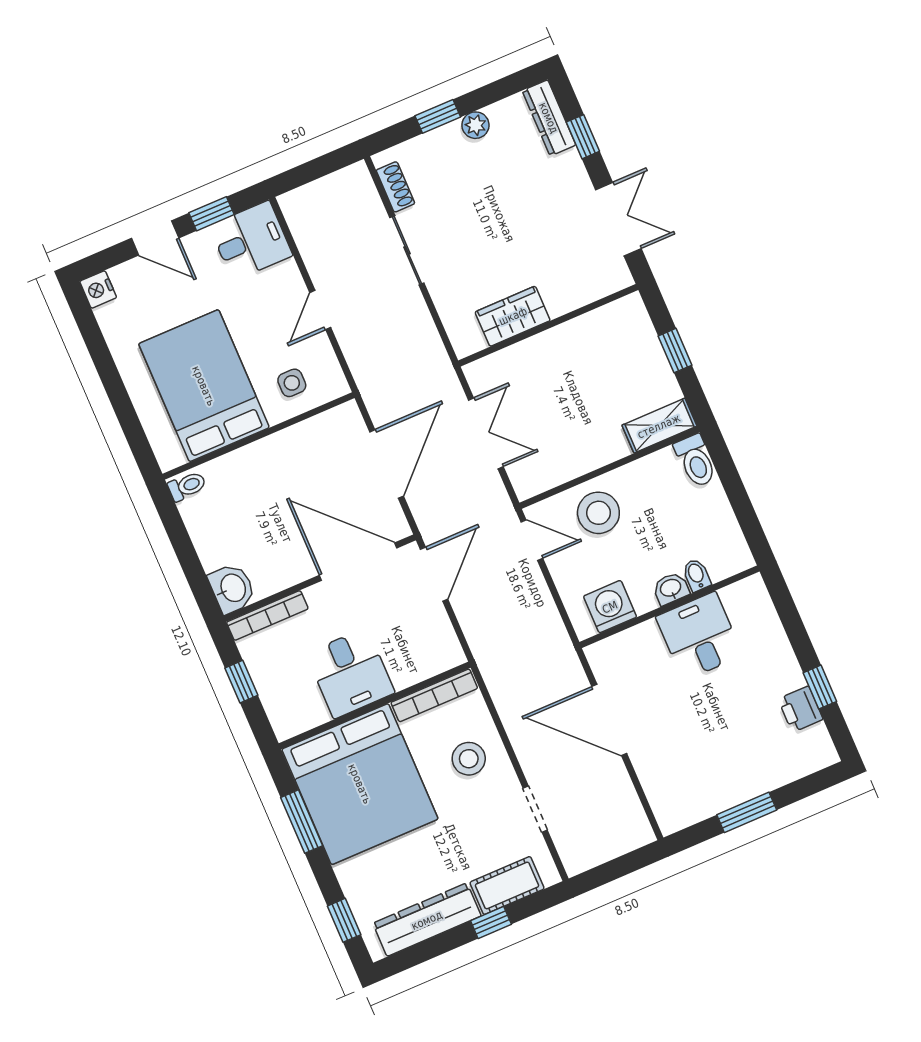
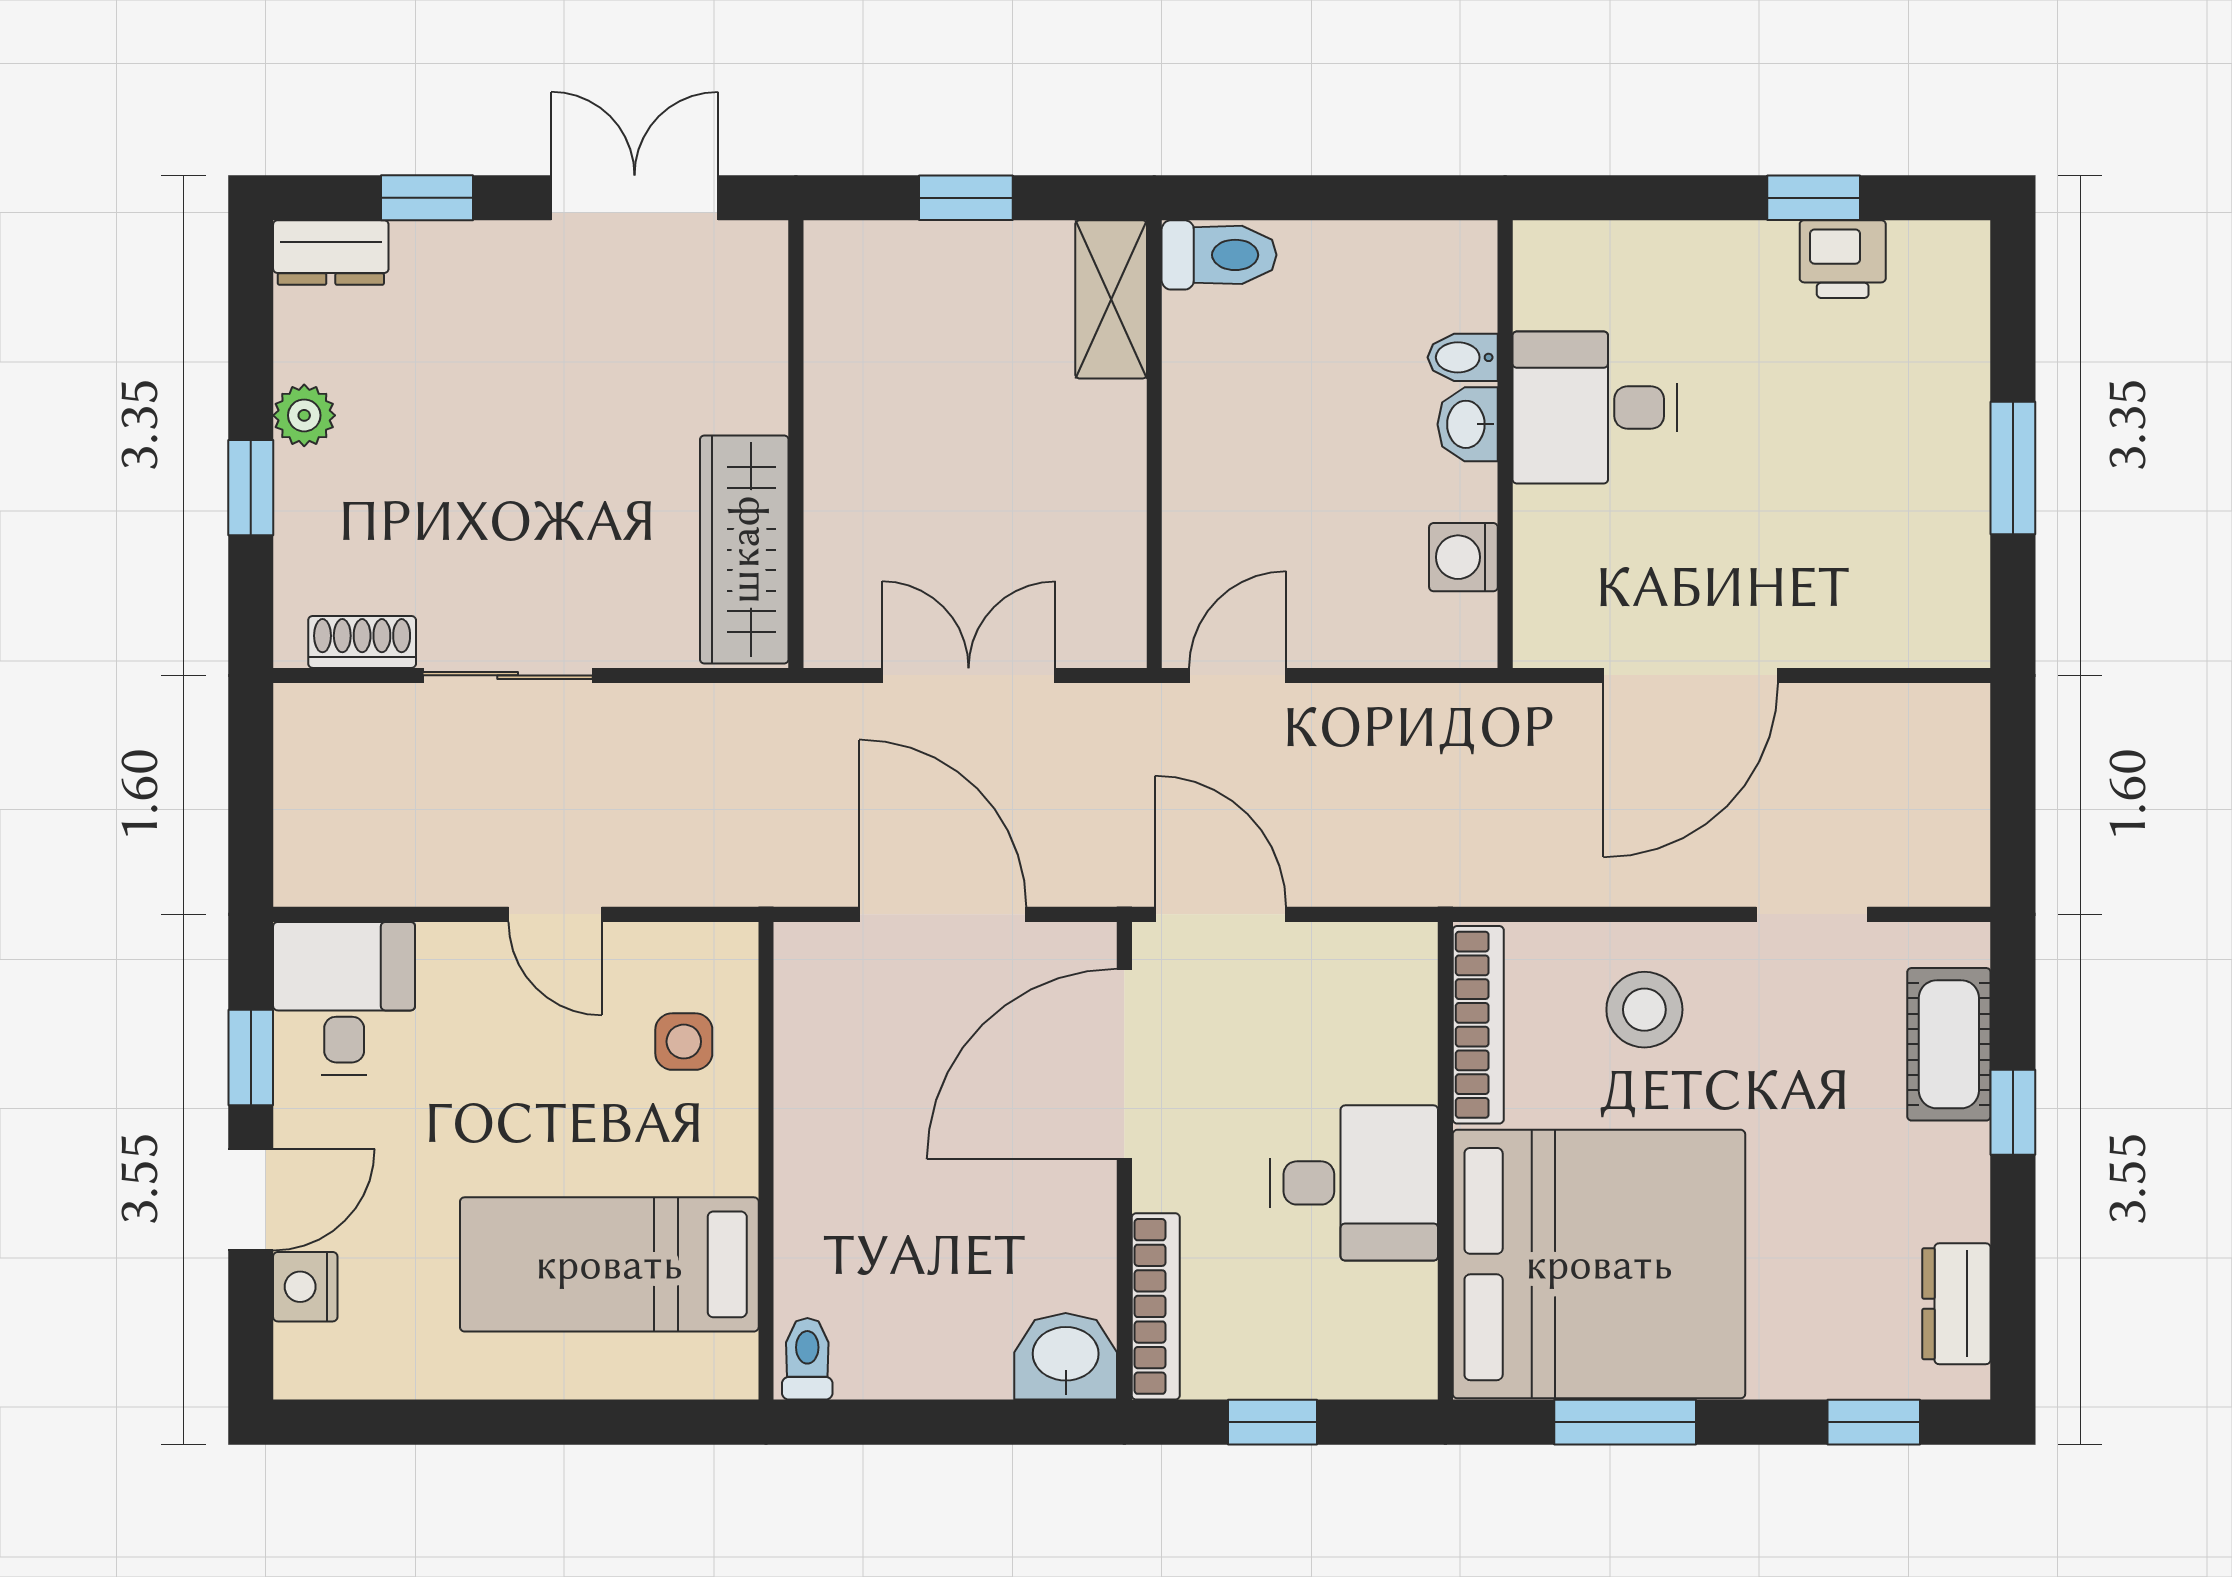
dresser: (549, 118) -> (331, 252), width x0.70
nightstand: (98, 289) -> (305, 1287), moved, turned 90
wardrobe: (513, 316) -> (744, 550), width x1.50
bed: (204, 386) -> (609, 1264), width x0.67
stool: (598, 513) -> (1241, 509), removed
washing machine: (610, 607) -> (1463, 557), width x0.73, depth x0.73
dresser: (427, 920) -> (1956, 1304), width x0.51, depth x0.80

